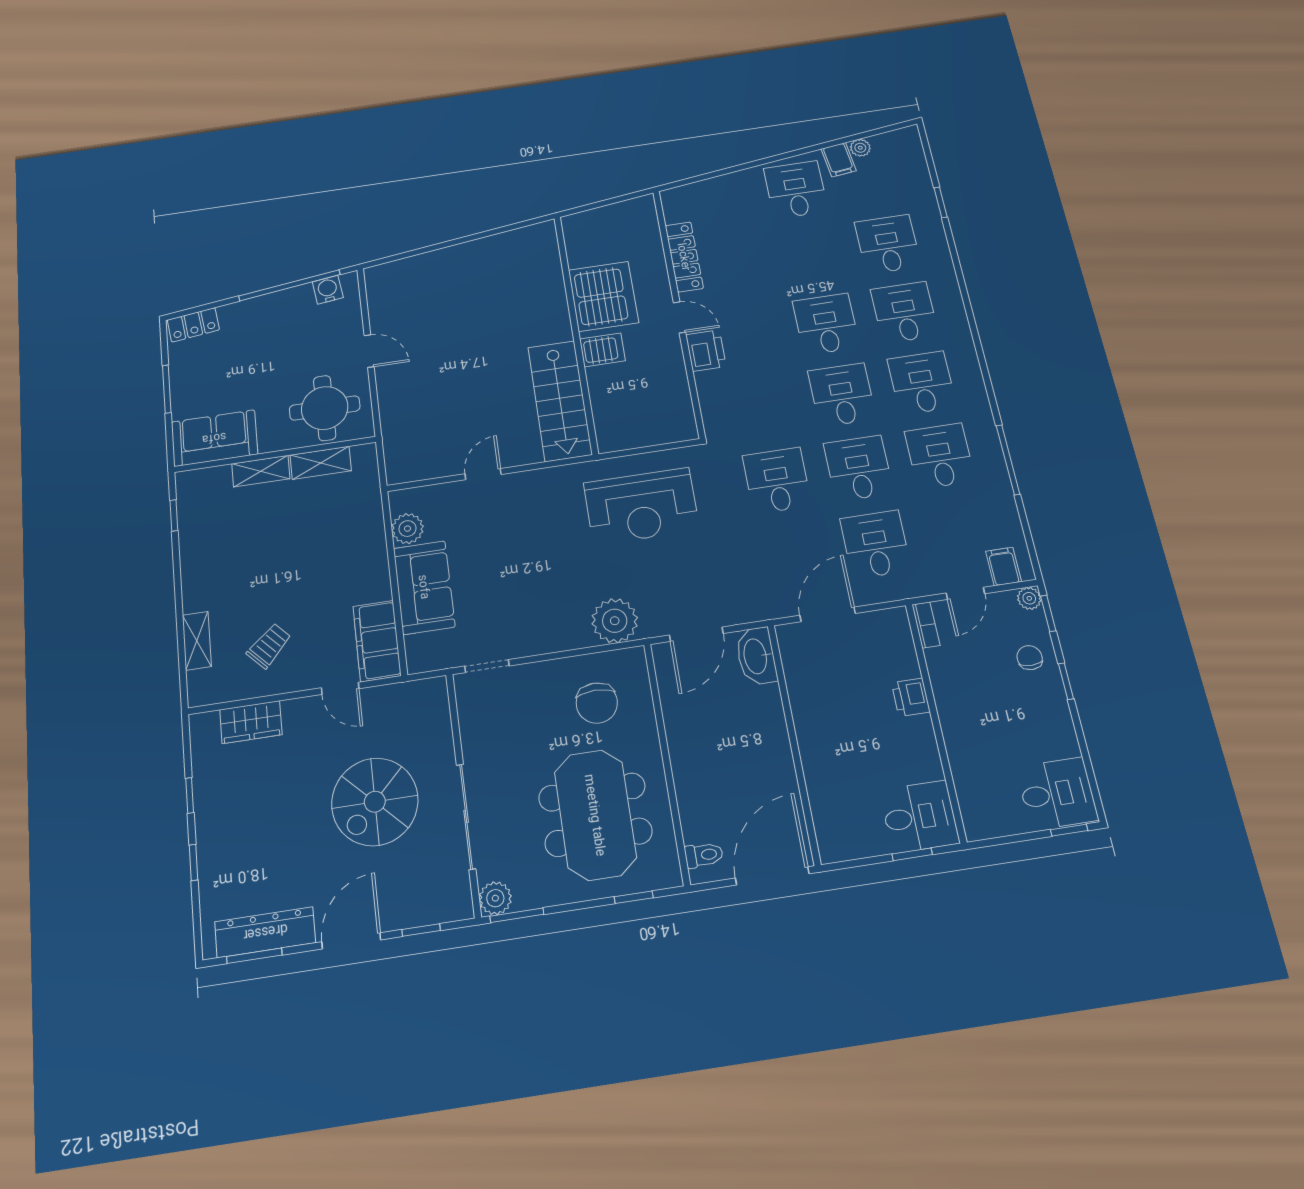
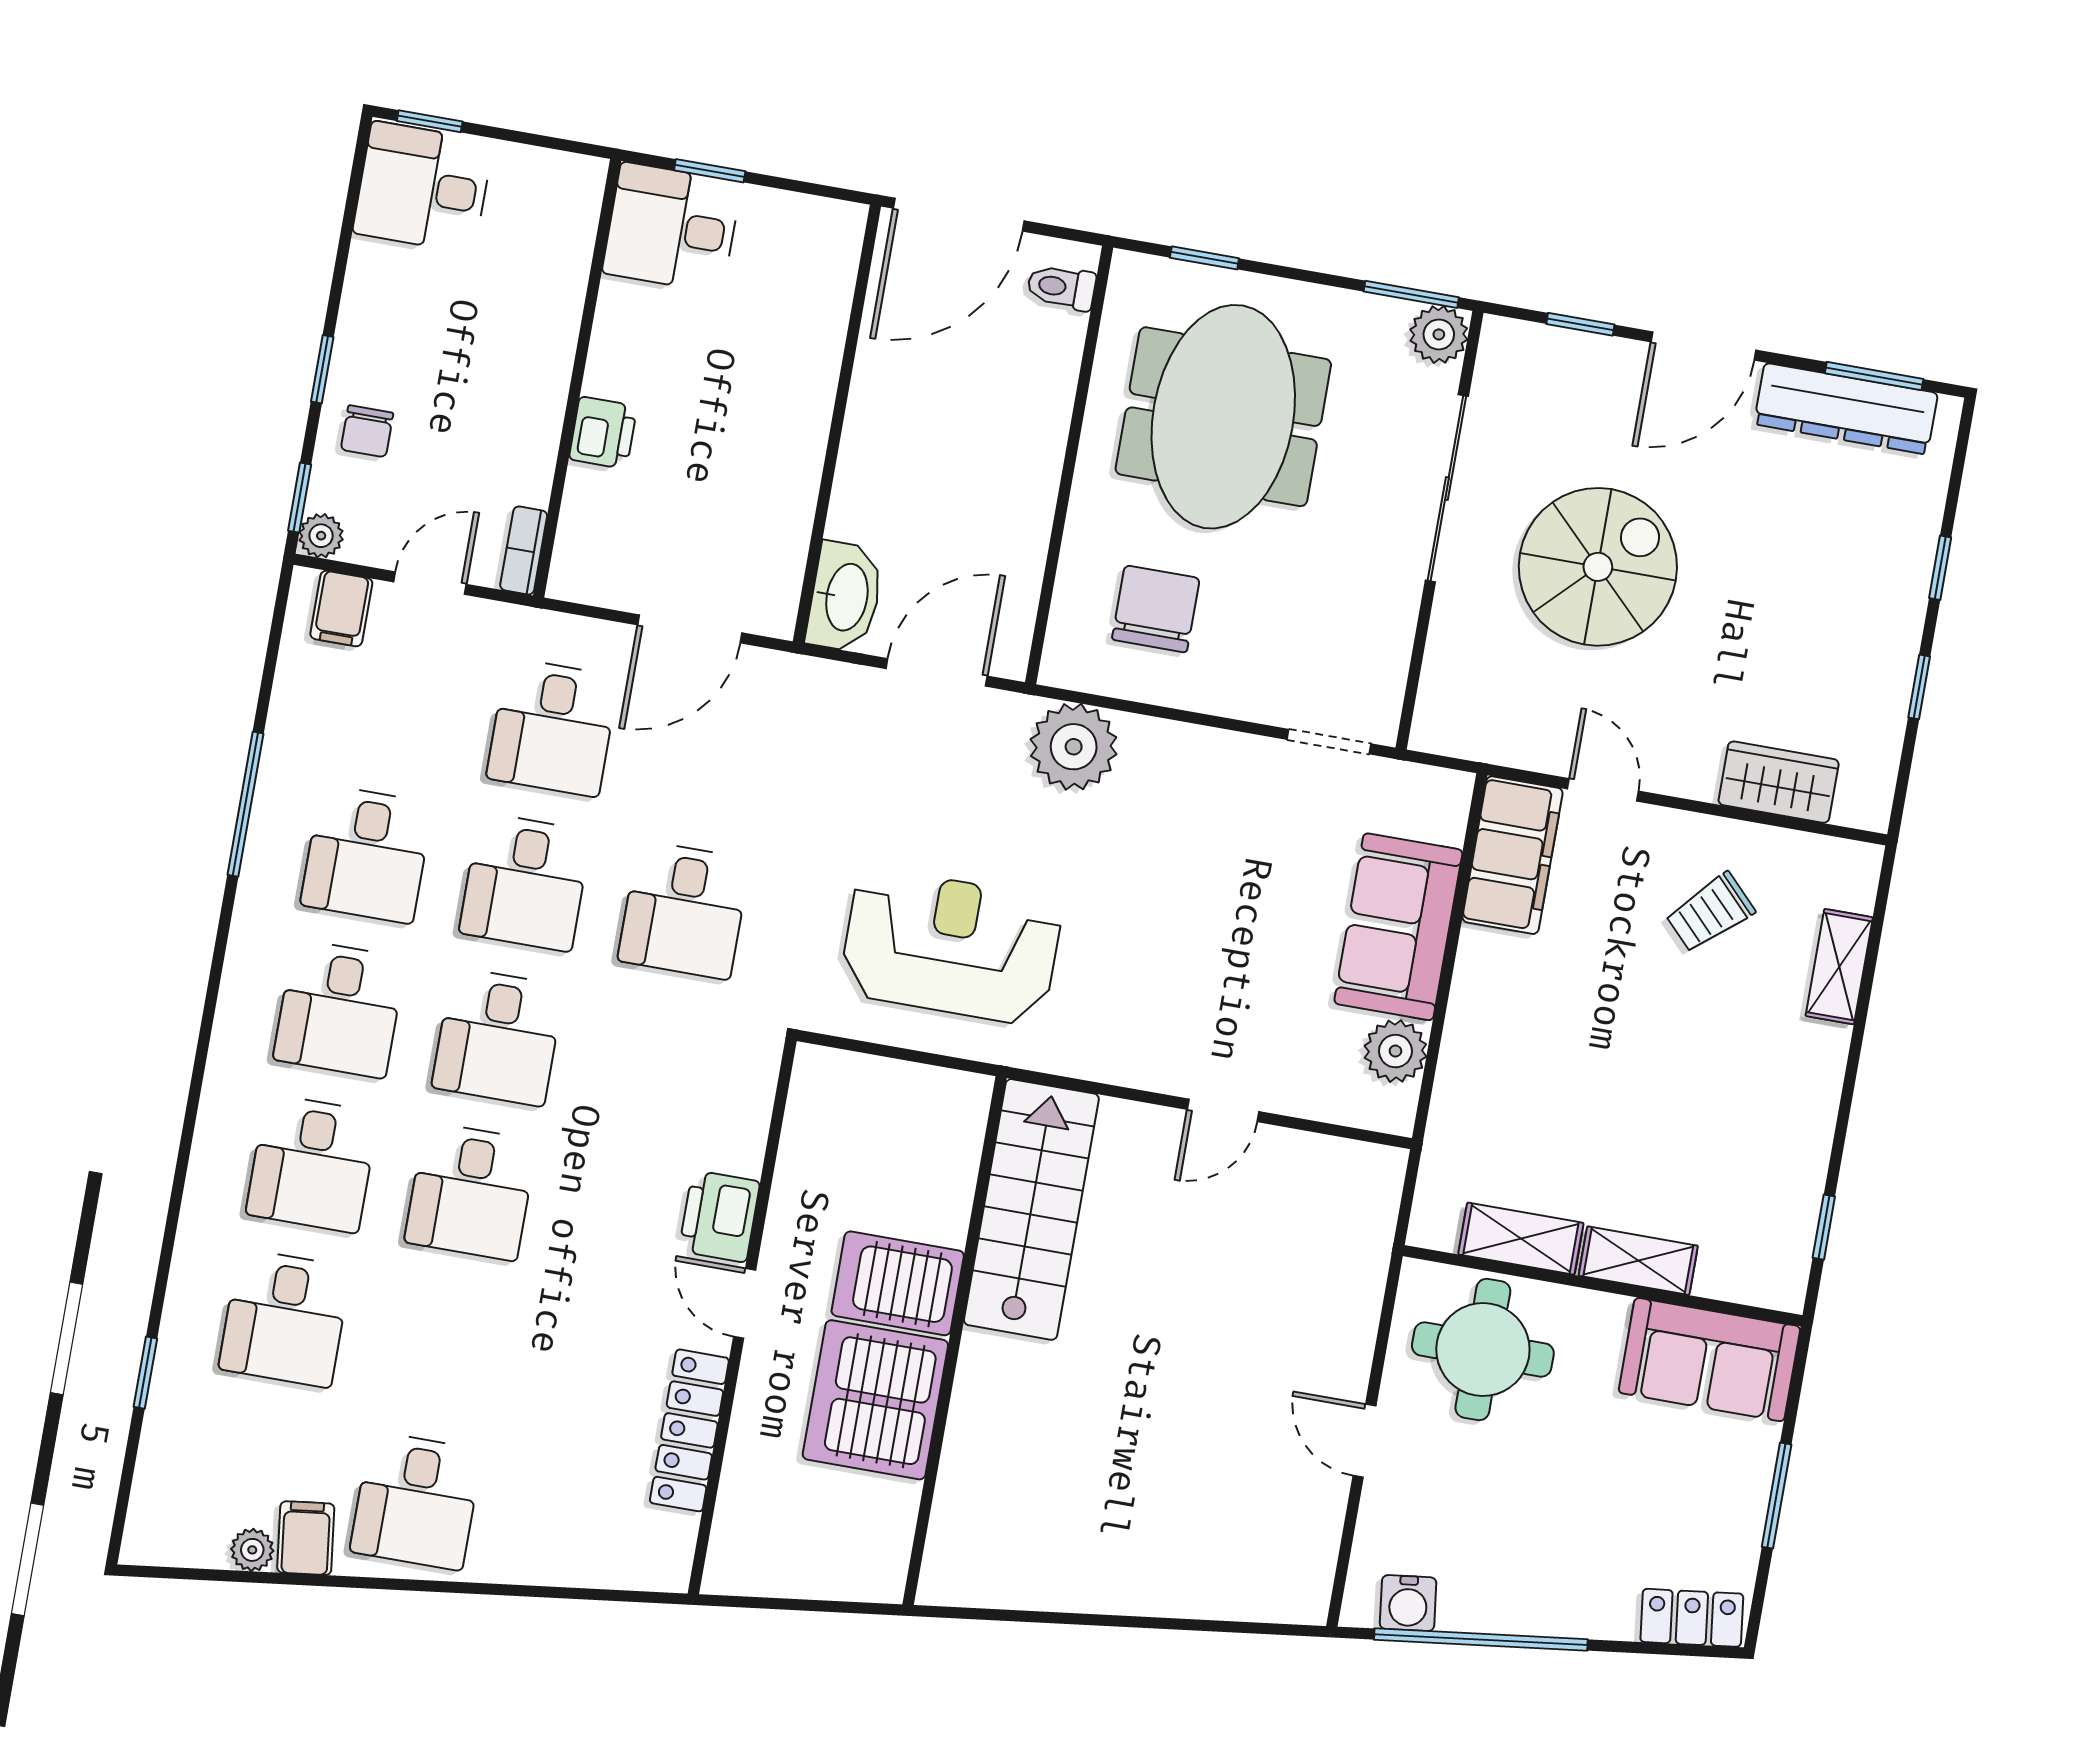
server rack: (602, 350) -> (898, 1283), width x1.36, depth x1.44

